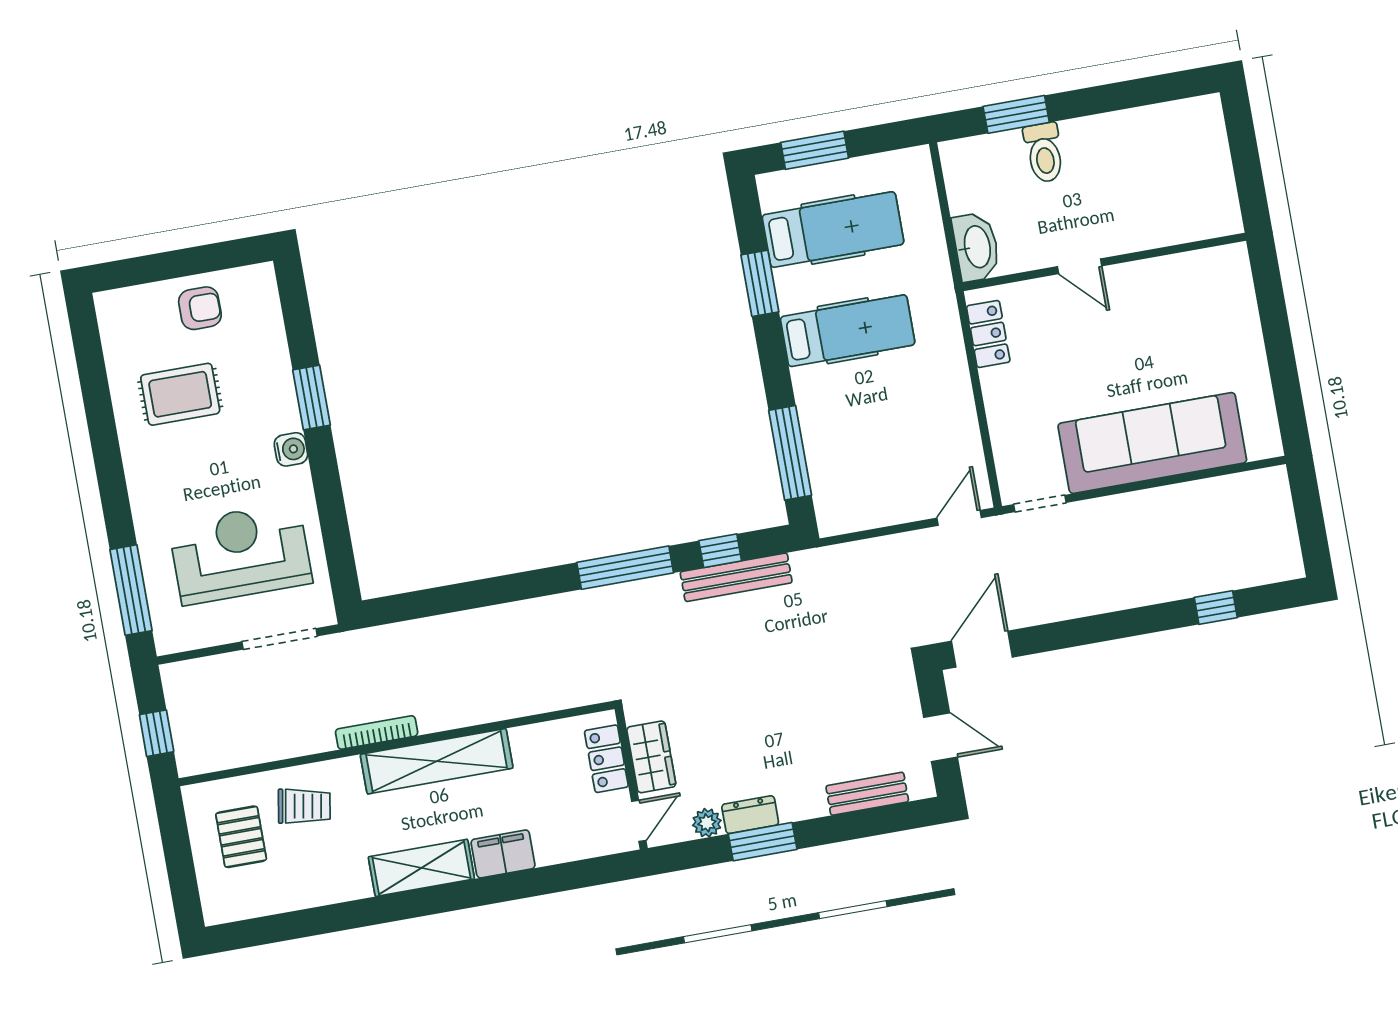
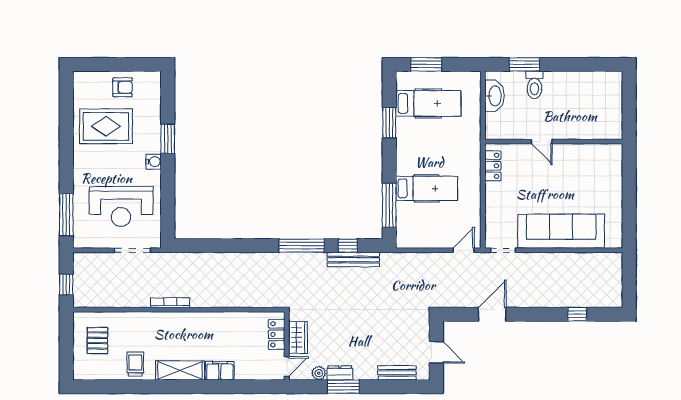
washbasin: (976, 247) -> (494, 96), moved
hospital bed: (848, 331) -> (427, 188), moved
rug: (180, 394) -> (106, 126), width x1.36, depth x1.43
reception desk: (240, 553) -> (121, 207), turned 180
door: (982, 649) -> (492, 314), moved
shelving: (437, 761) -> (196, 321), removed
trolley: (304, 806) -> (135, 364), moved, turned -100

